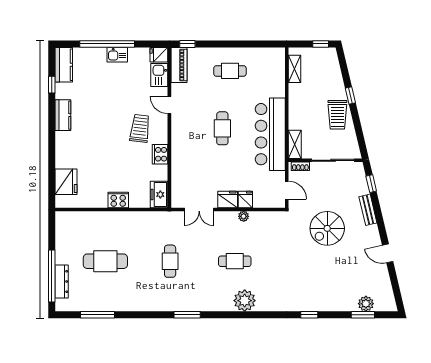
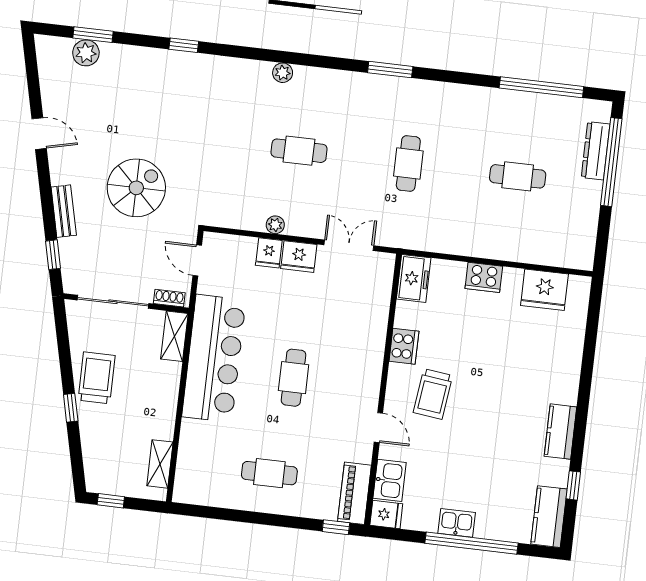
fridge: (66, 182) -> (544, 290), moved, turned -90
cafe table: (105, 261) -> (518, 176), width x0.73, depth x0.74
plant: (245, 301) -> (283, 73), width x0.53, depth x0.53
window: (98, 315) -> (541, 87), width x1.46

